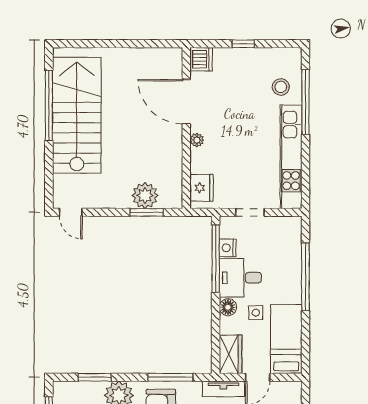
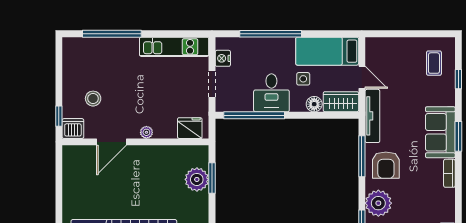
window: (243, 44) -> (59, 116), moved
stool: (281, 87) -> (93, 99), moved
door: (186, 102) -> (111, 142), width x0.73
kitchen unit: (291, 157) -> (174, 47), width x0.73
nightstand: (228, 248) -> (223, 58), moved, turned 90
floor lamp: (228, 307) -> (314, 104), moved
tv unit: (223, 389) -> (372, 116), width x1.41

